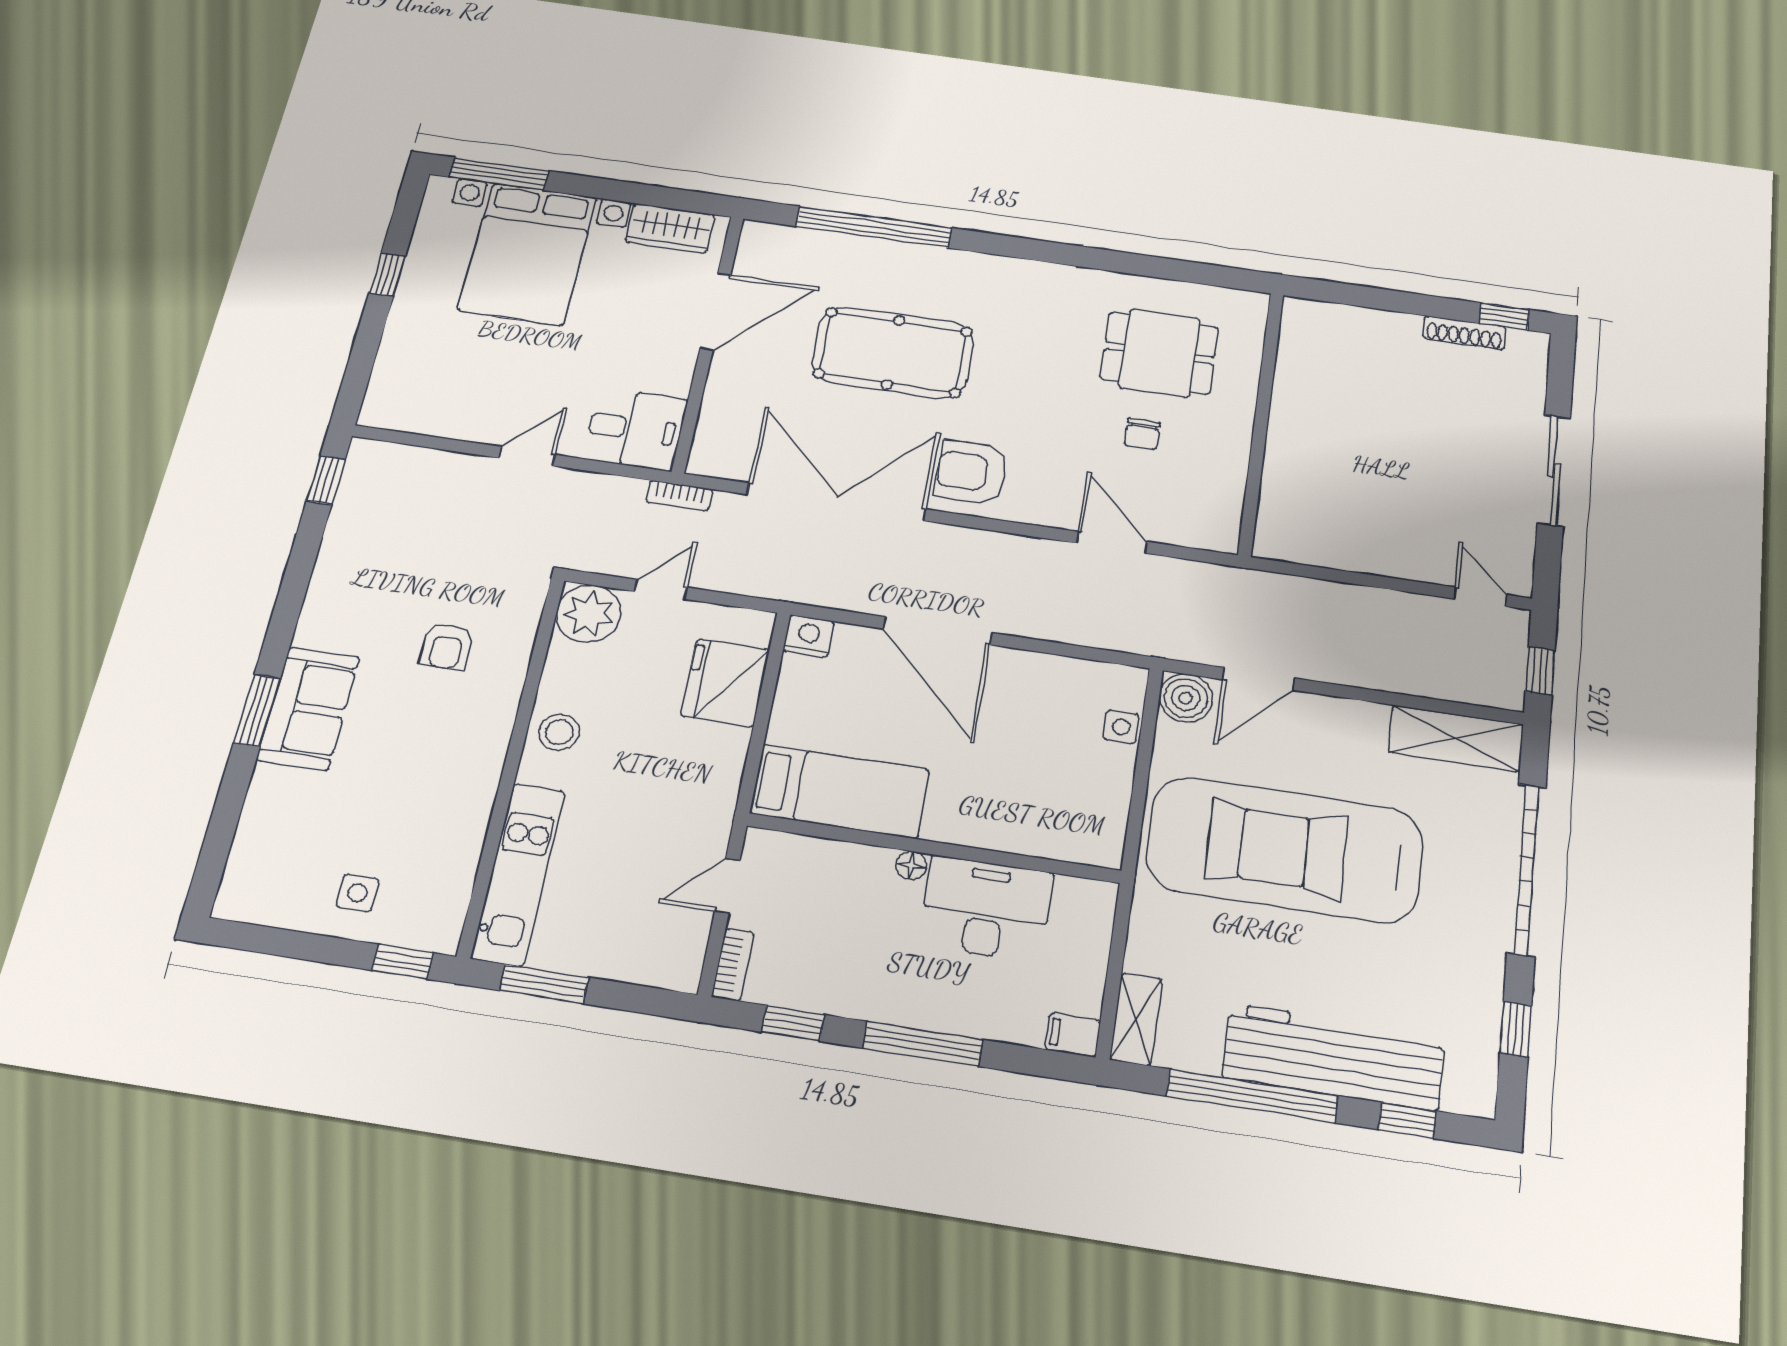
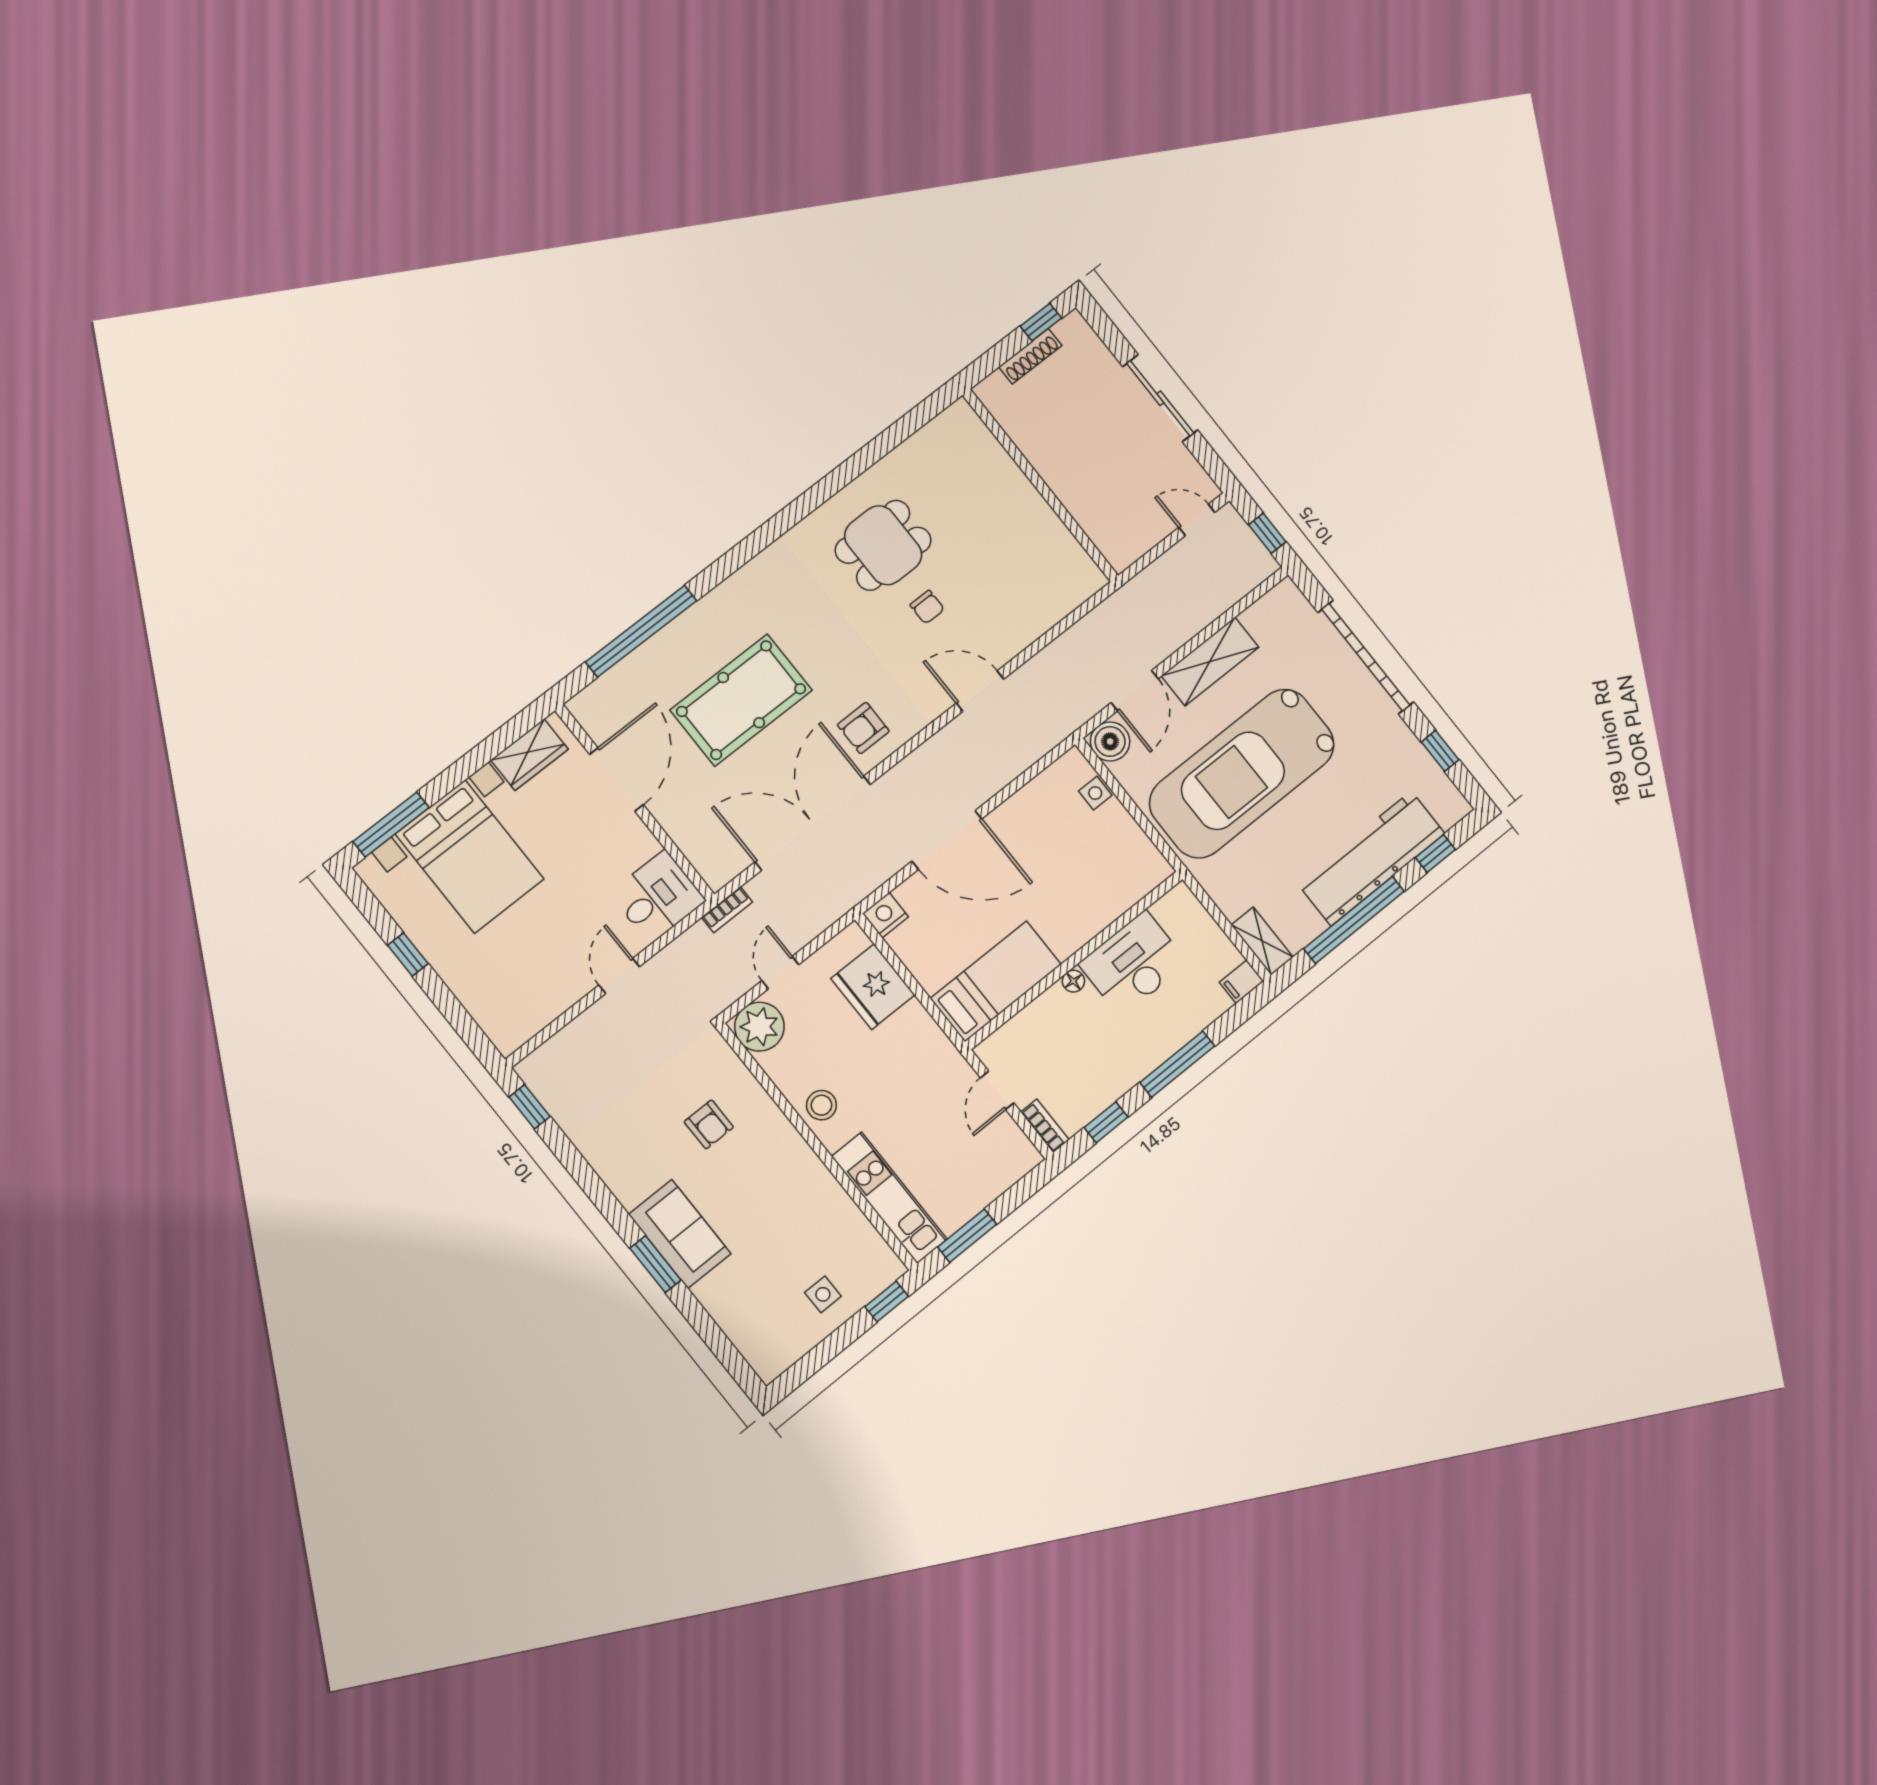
wall: (1261, 422) -> (1040, 485), moved
armchair: (972, 472) -> (863, 728), width x0.72, depth x0.72
shelving: (1456, 738) -> (1210, 661), moved

